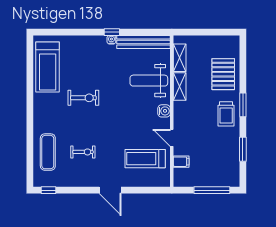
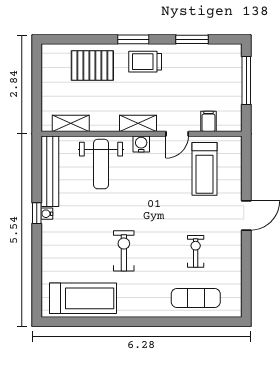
shelving: (180, 87) -> (138, 123), moved
trolley: (226, 114) -> (145, 62), turned 180
window: (49, 190) -> (246, 297), removed

